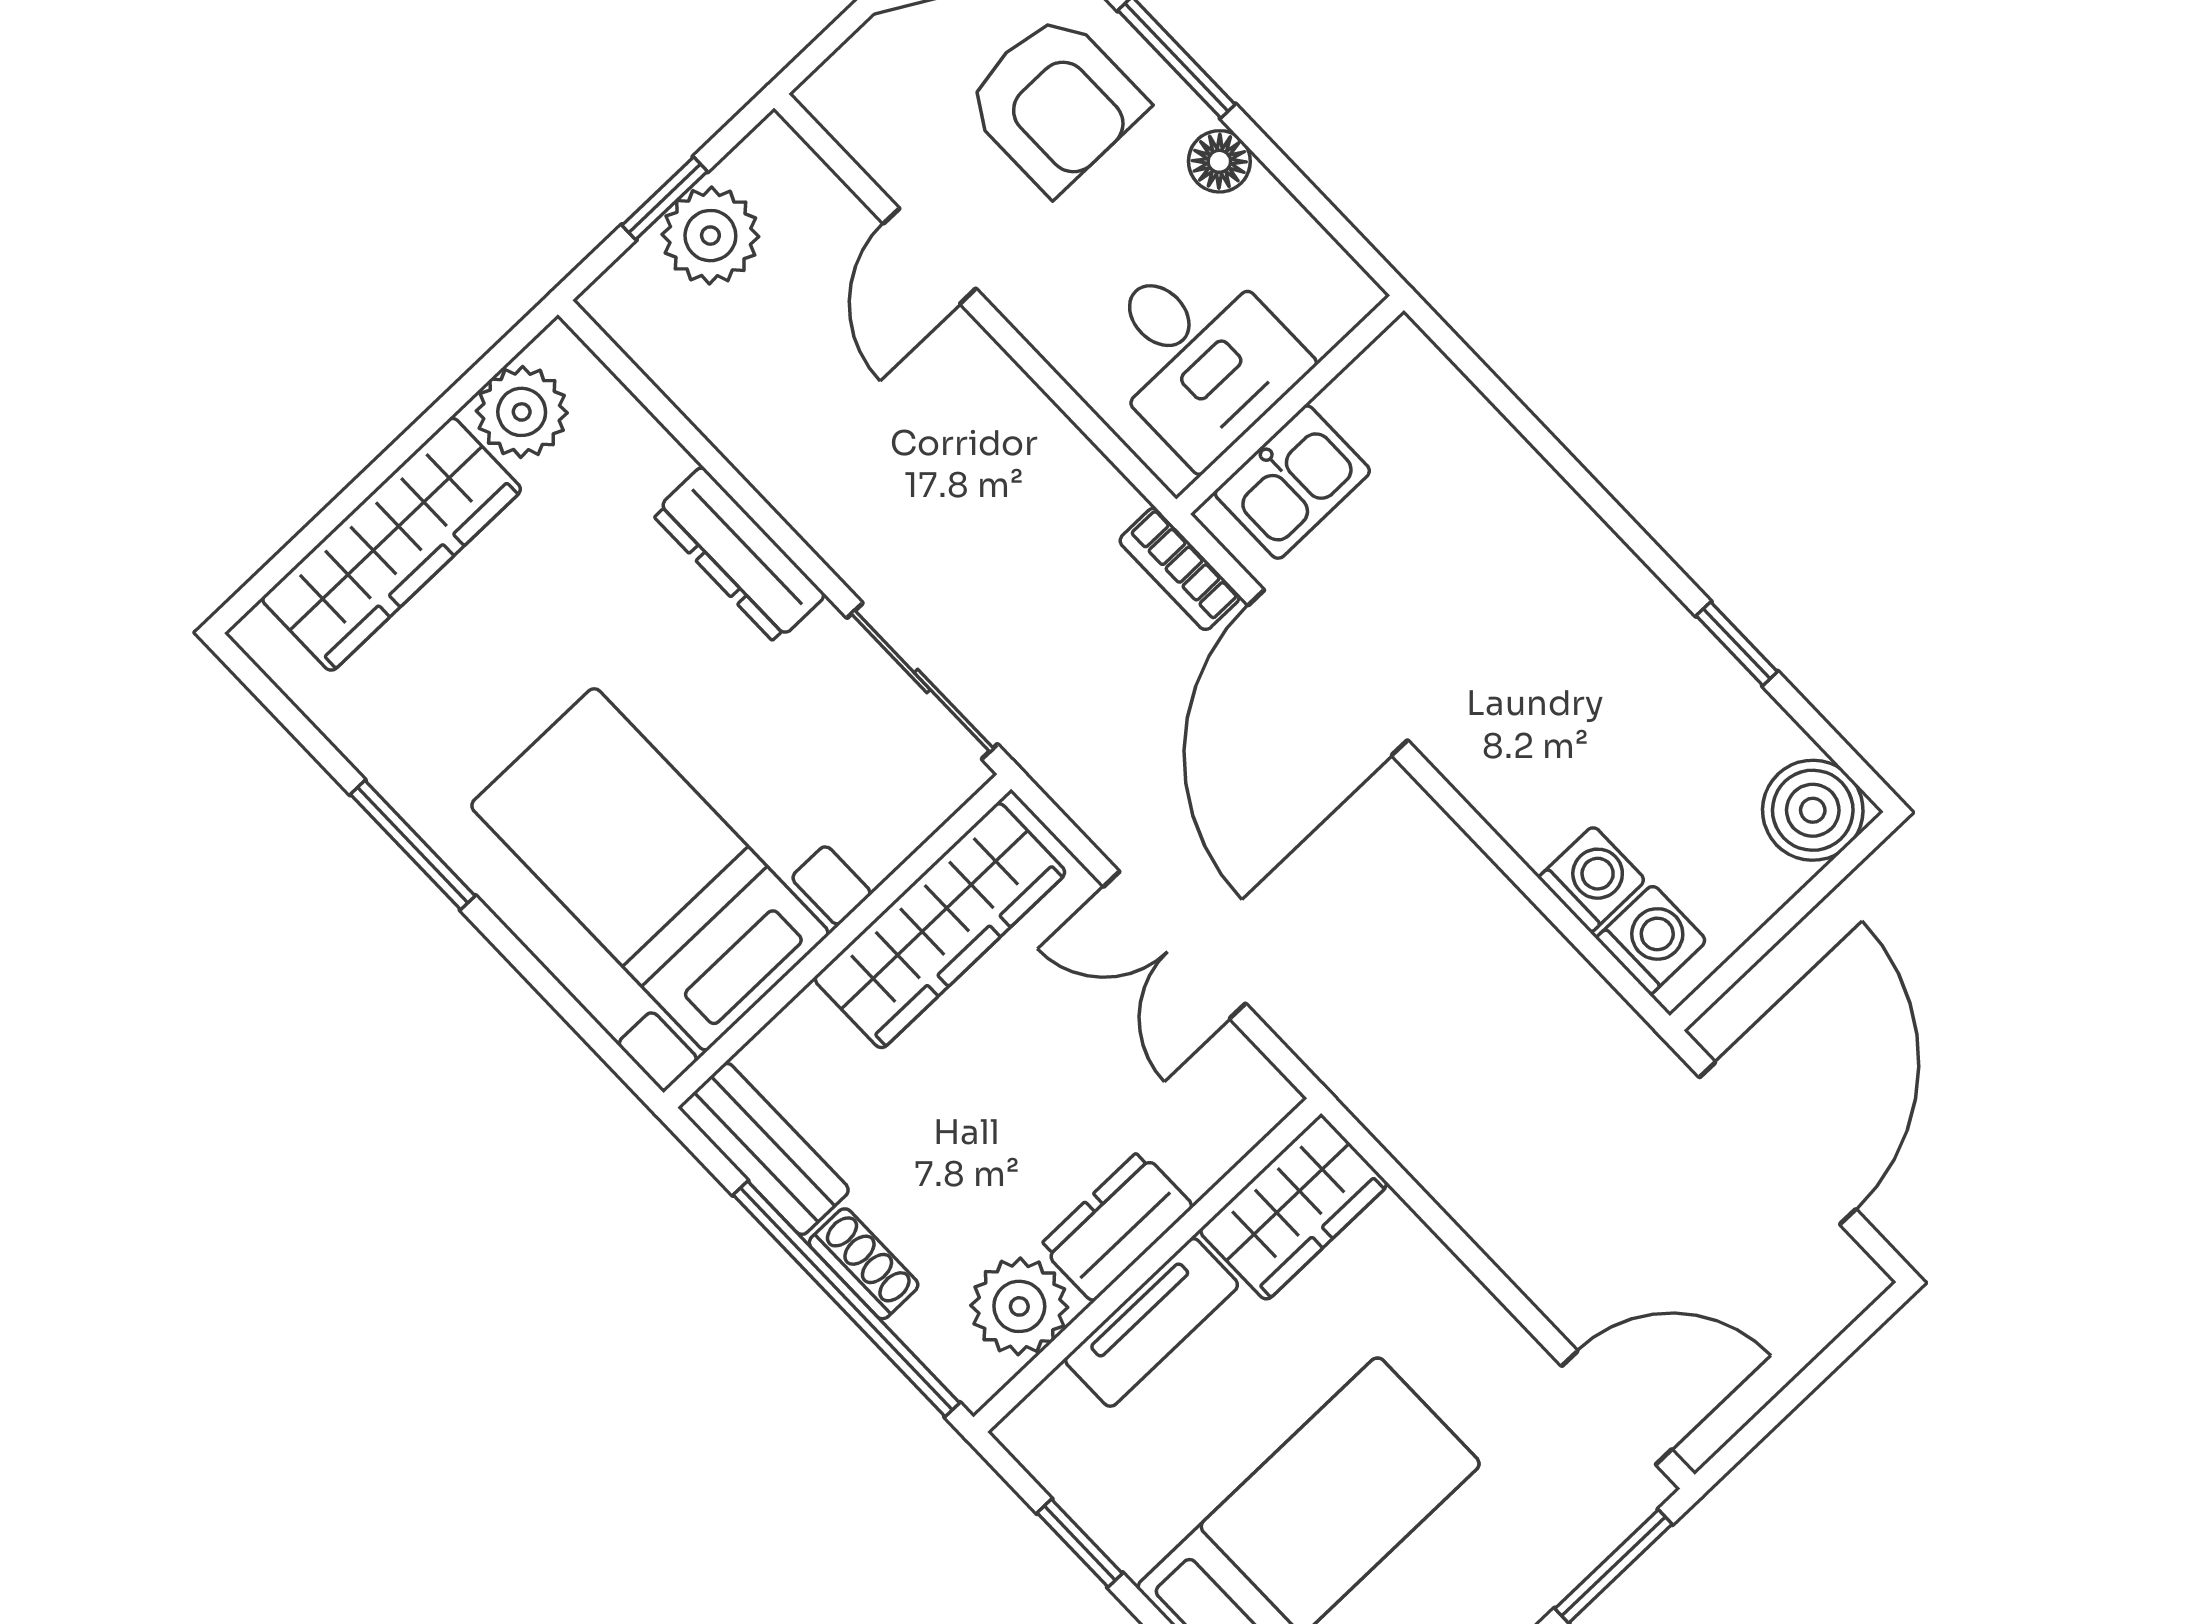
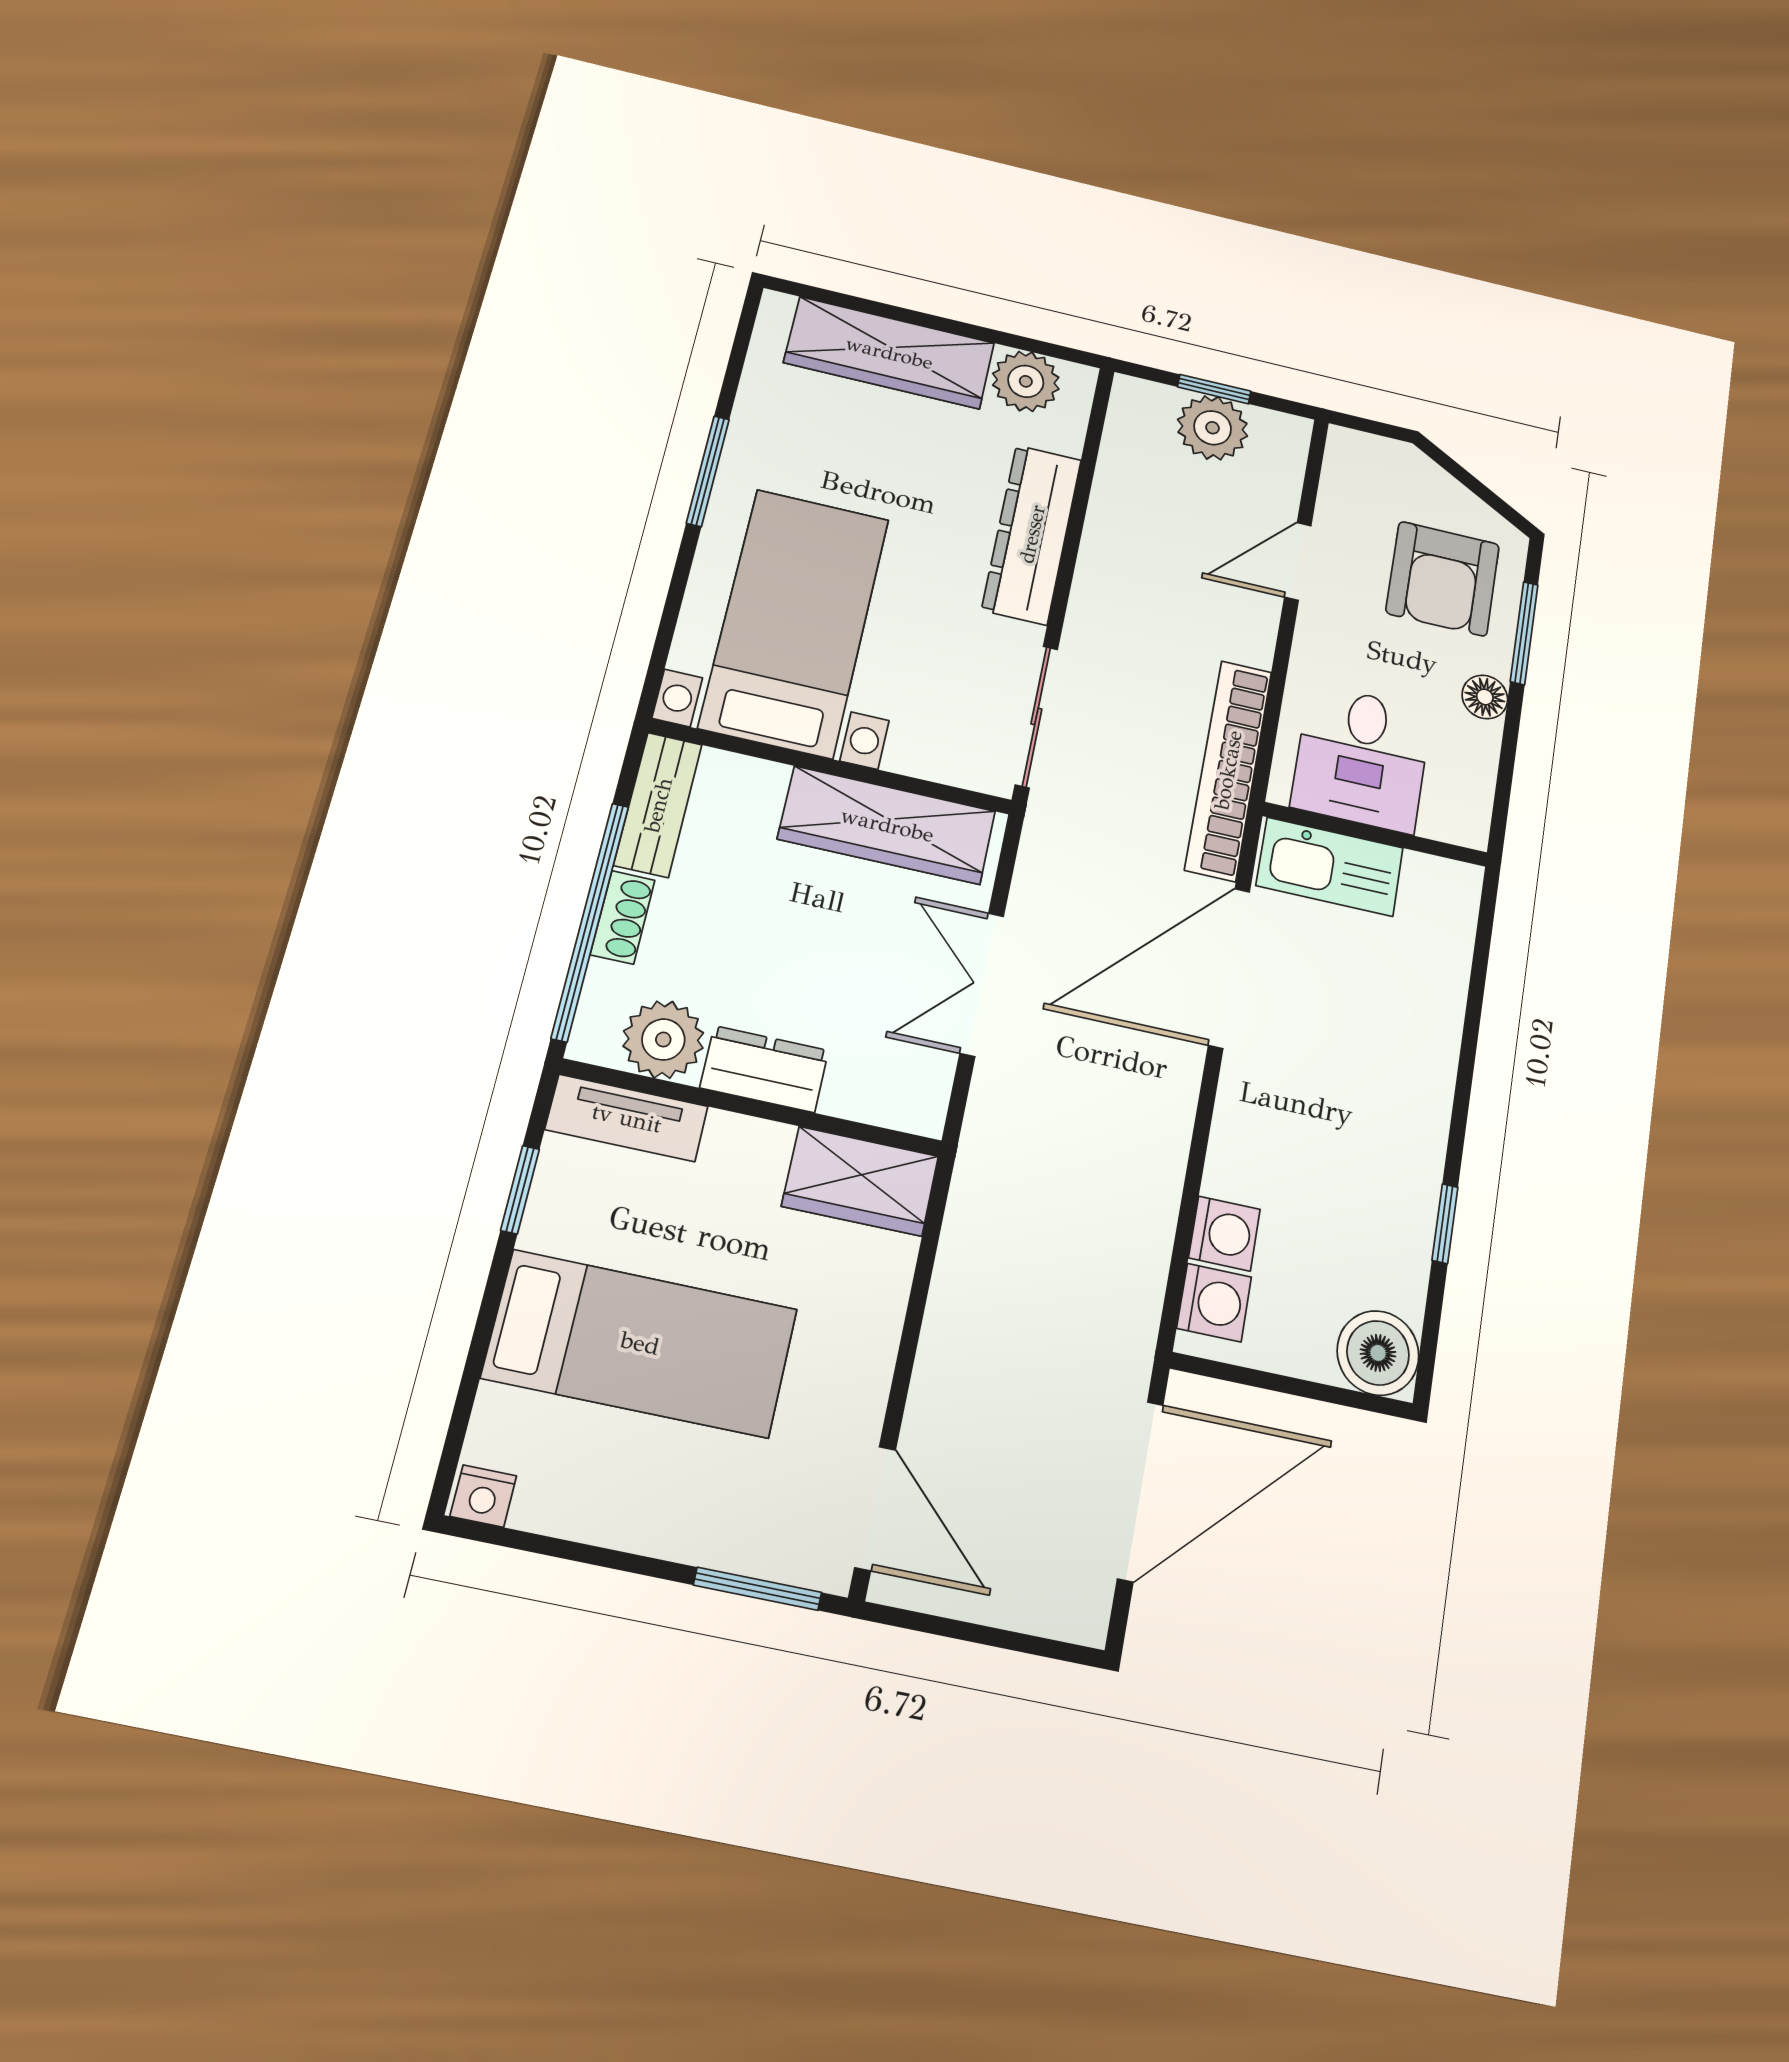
kitchen sink: (1292, 482) -> (1330, 867), width x1.38
dresser: (739, 555) -> (1032, 534), width x1.37, depth x1.24
bookcase: (1180, 569) -> (1228, 770), width x2.31, depth x1.31
tv unit: (1152, 1322) -> (627, 1118), moved

